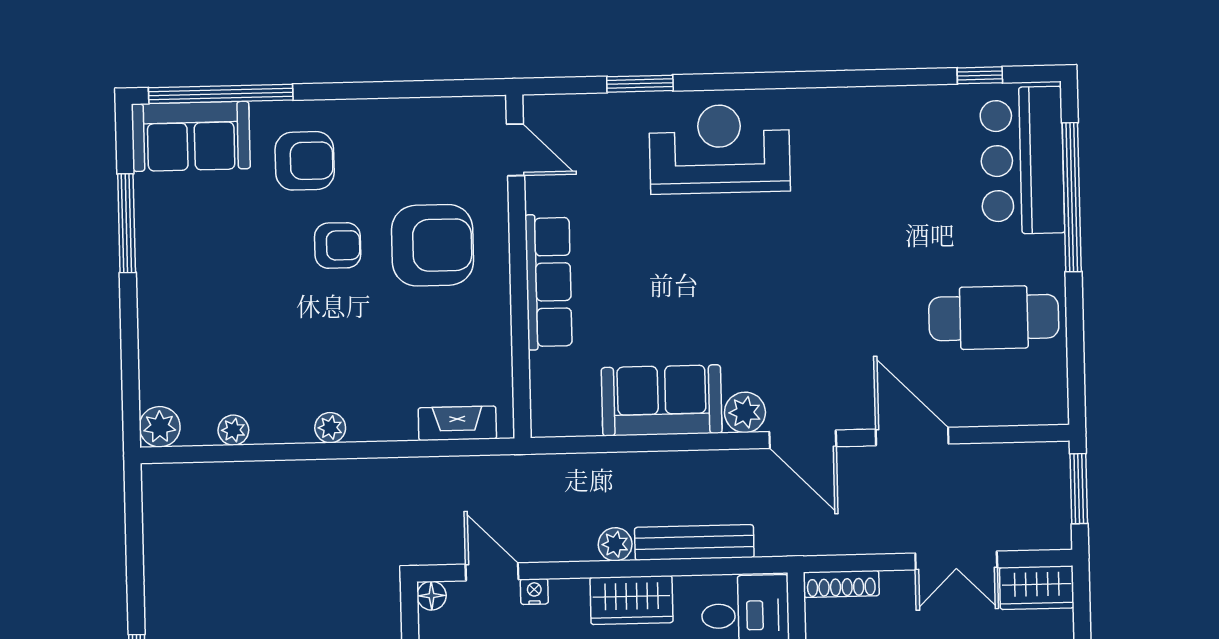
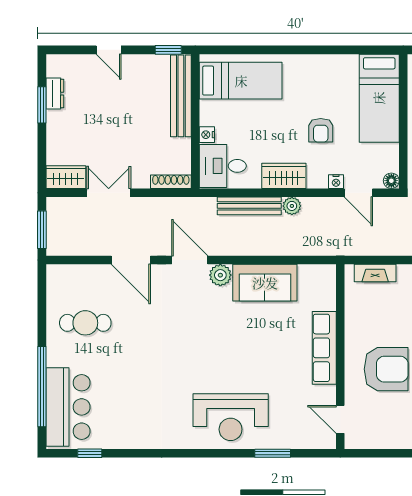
armchair: (433, 245) -> (386, 369), turned 180
cafe table: (994, 318) -> (85, 323), width x0.73, depth x0.74

